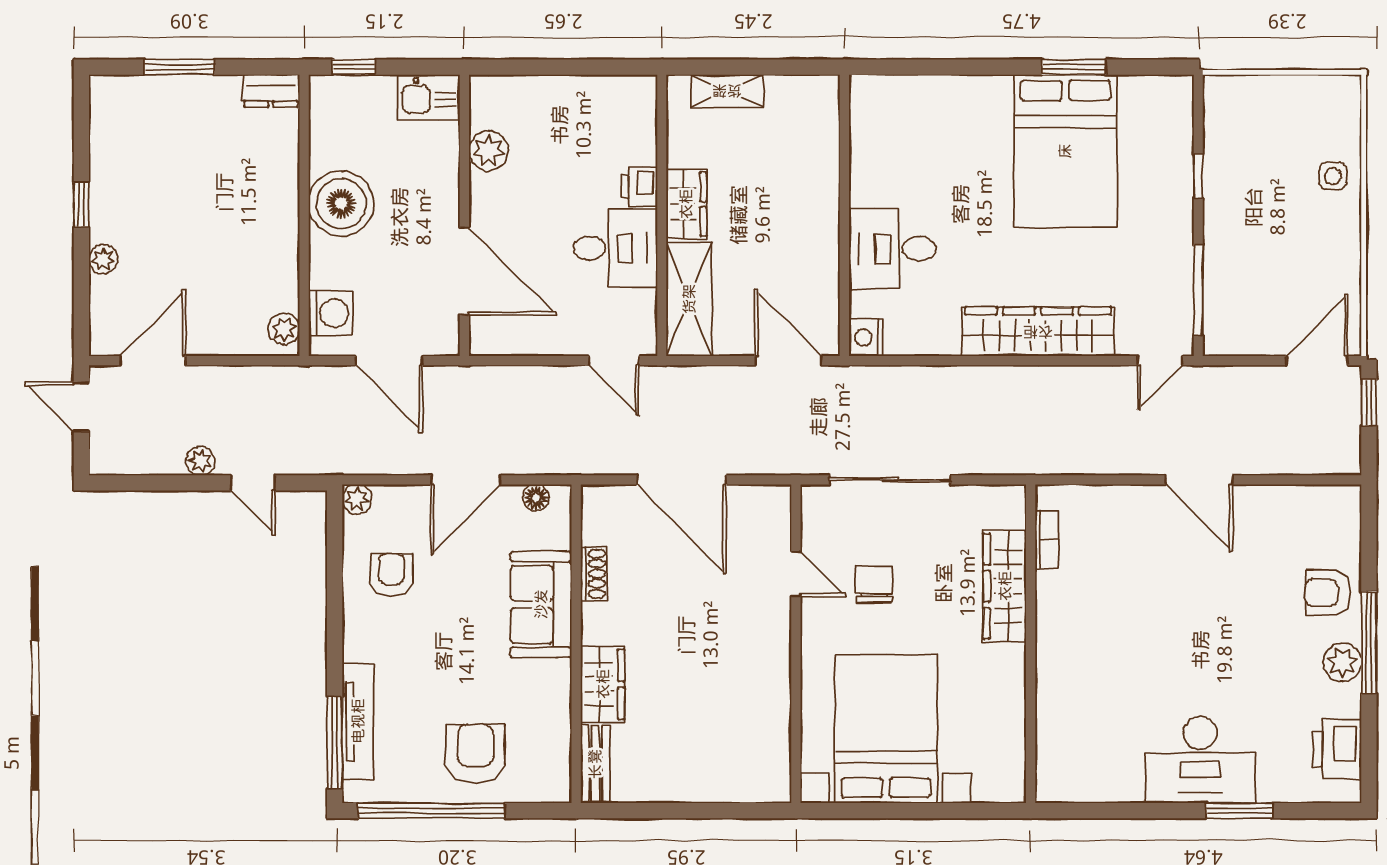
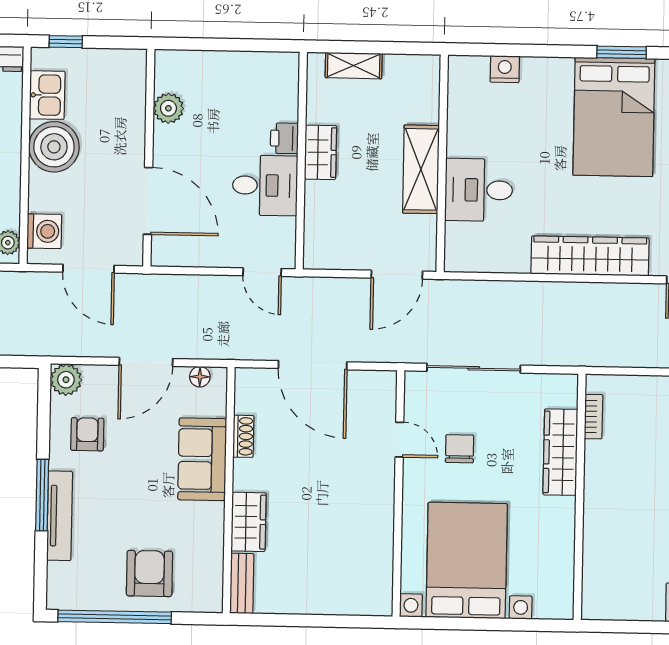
kitchen sink: (429, 97) -> (47, 95), moved, turned -90
shelving: (689, 299) -> (421, 169), moved
nightstand: (866, 337) -> (505, 69), moved, turned 90
door: (788, 361) -> (397, 275), swing flipped
plant: (357, 499) -> (66, 380), width x1.38, depth x1.38
tv unit: (358, 721) -> (60, 516), moved
window: (335, 743) -> (42, 495), moved

